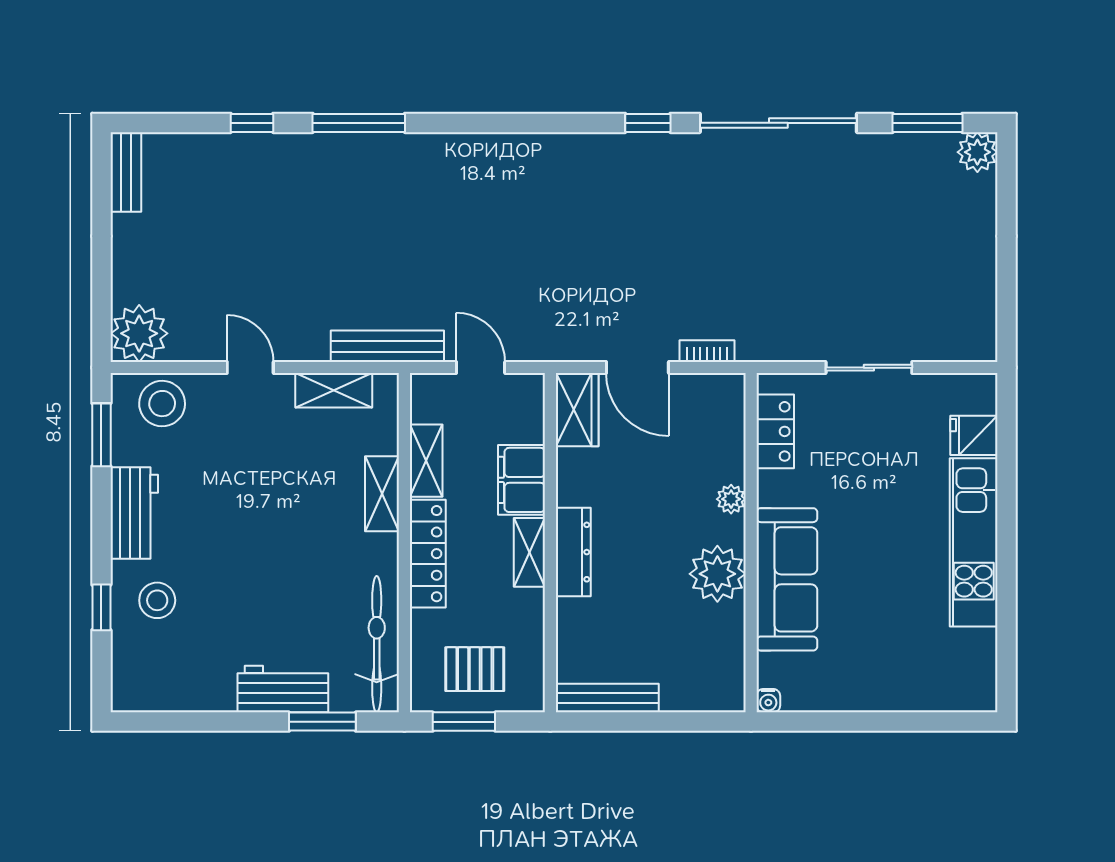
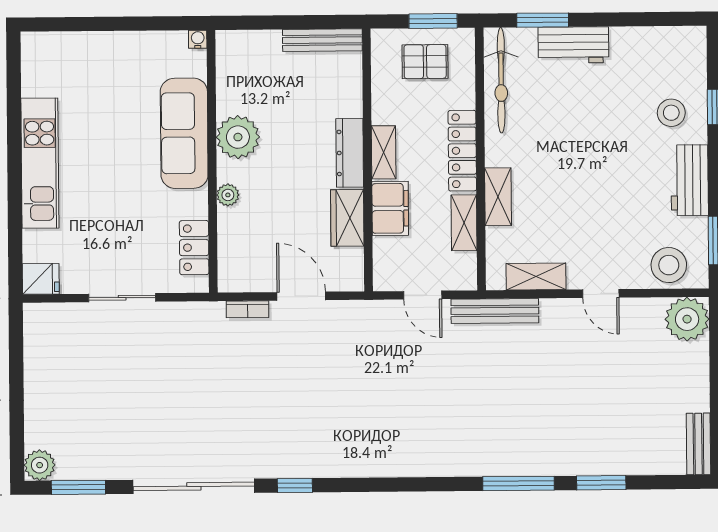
window: (252, 123) -> (601, 483), width x1.50
wardrobe: (577, 410) -> (347, 218), moved
fridge: (974, 435) -> (41, 279), moved

